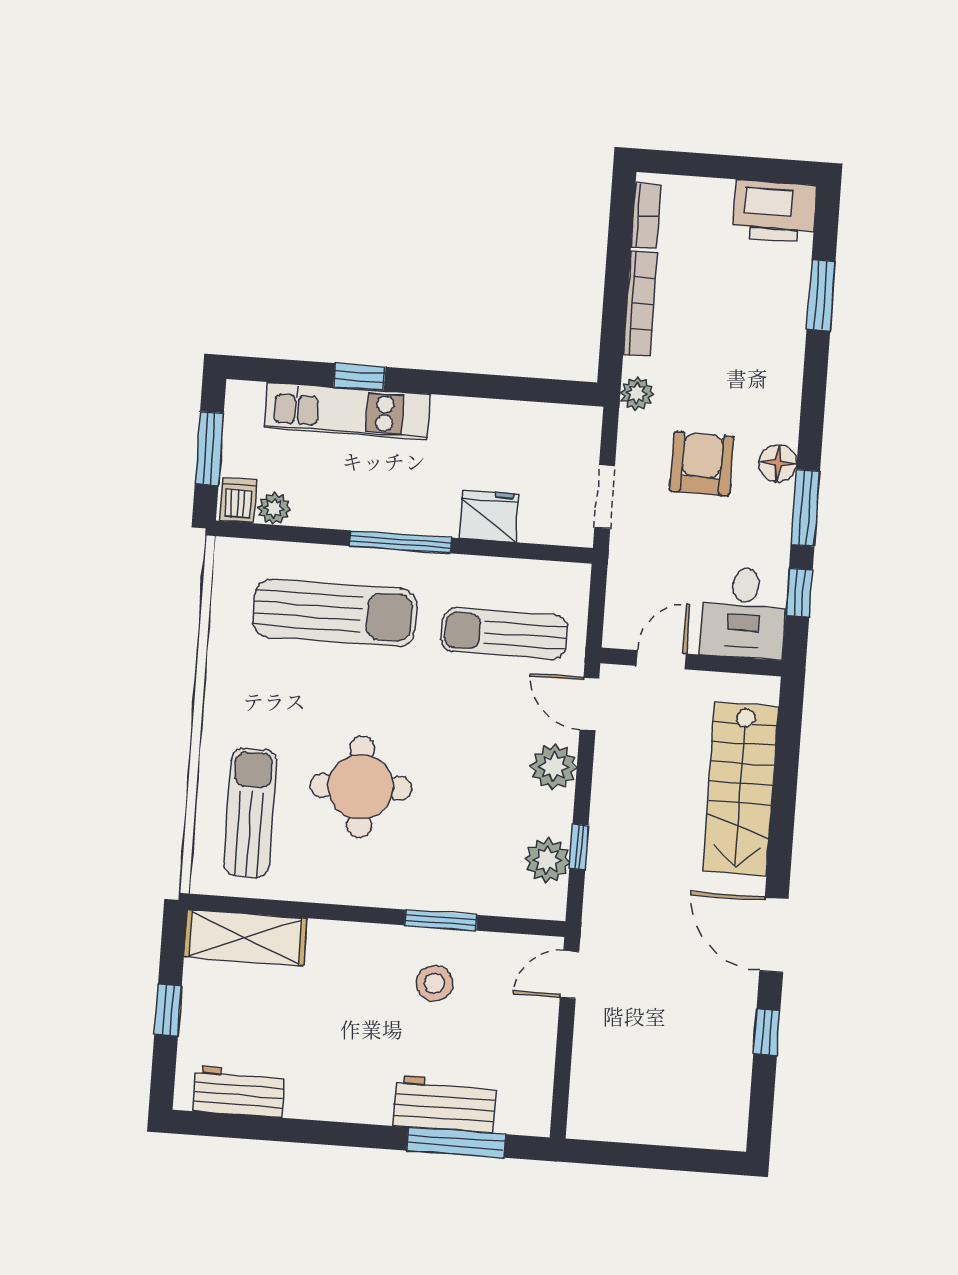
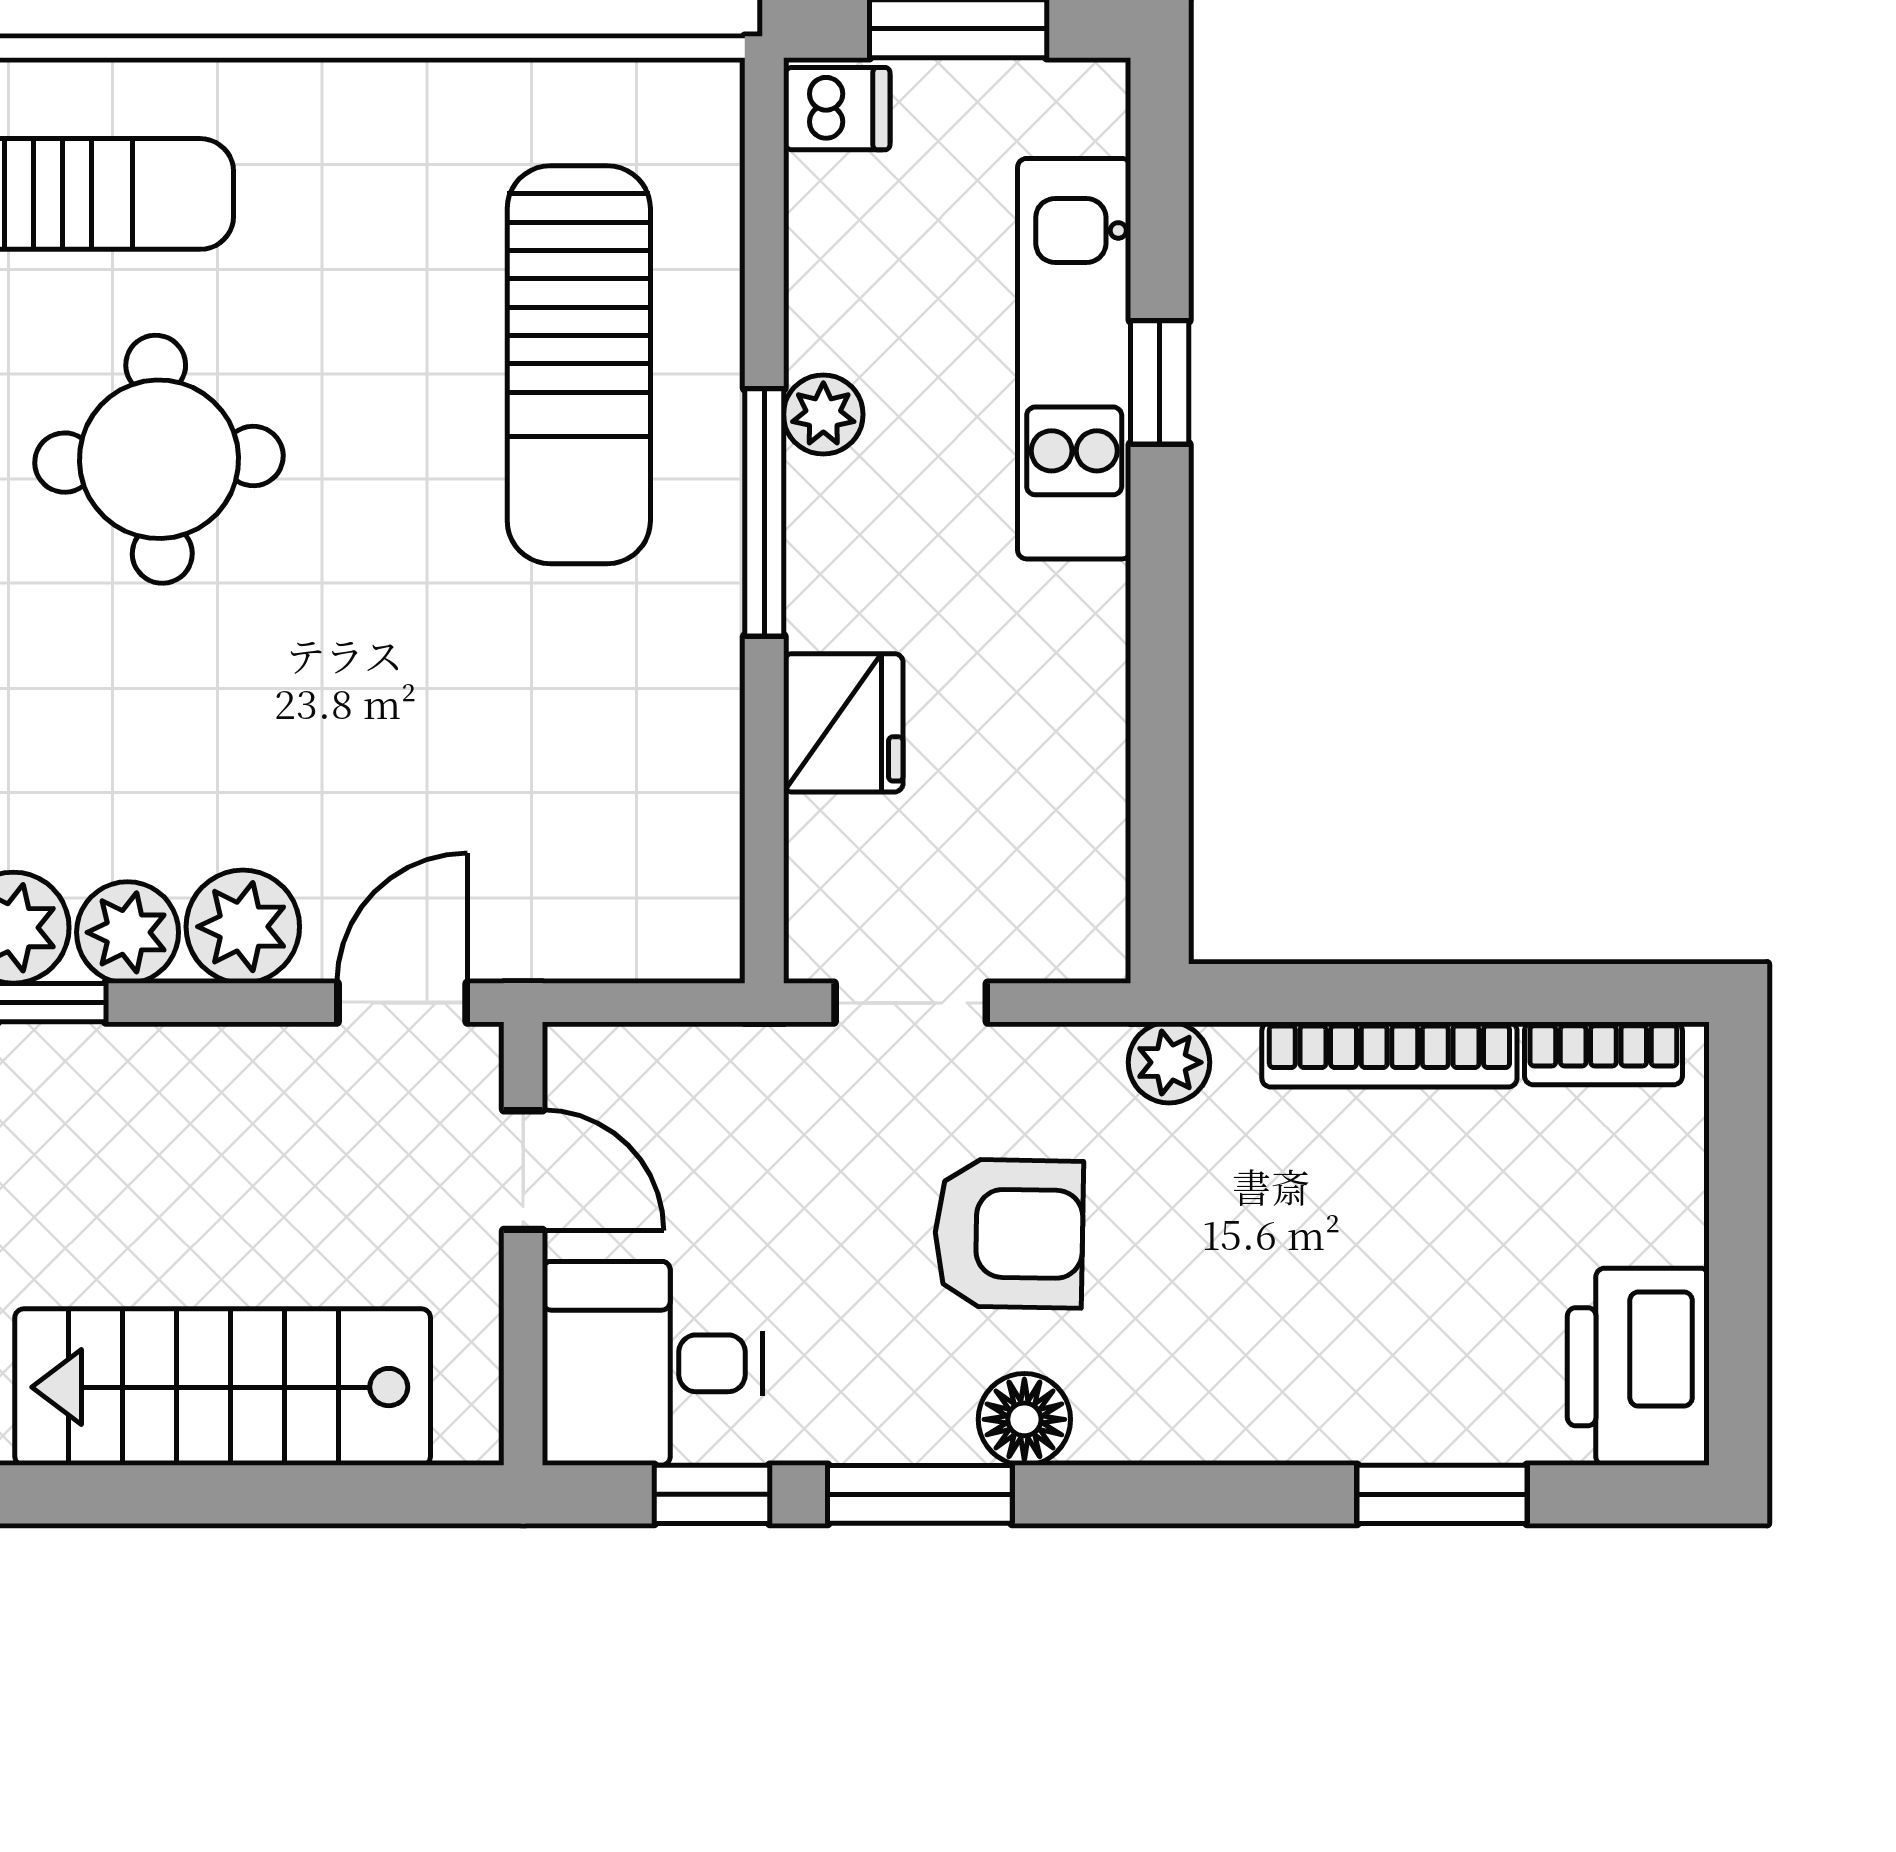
plant: (274, 508) -> (823, 414), moved
sun lounger: (504, 634) -> (559, 782), removed
plant: (553, 814) -> (128, 932), added

